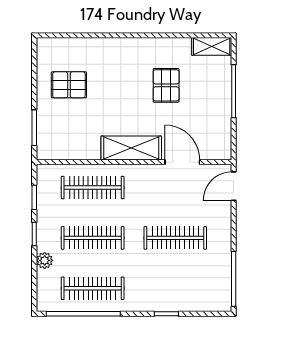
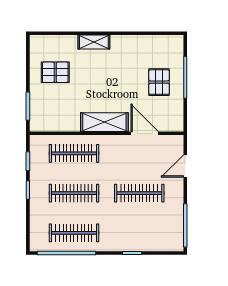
shelving: (212, 46) -> (94, 42), moved
pallet: (166, 85) -> (159, 82), moved
door: (234, 186) -> (185, 166), moved
plant: (45, 260) -> (36, 211), removed

